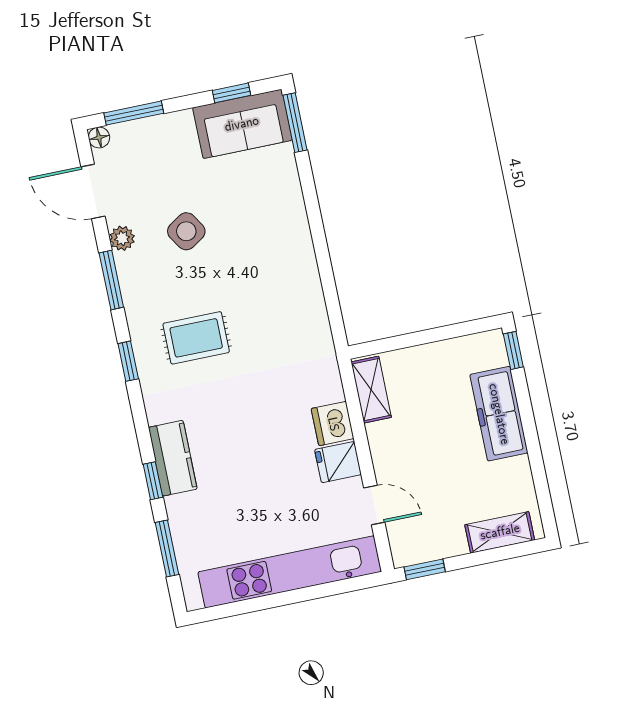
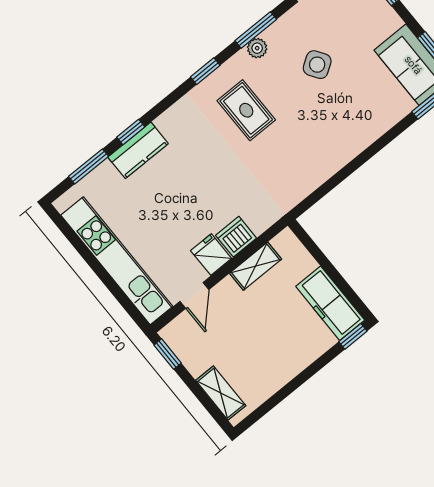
plant: (122, 238) -> (257, 48), moved
shelving: (371, 390) -> (256, 266), moved
freezer: (499, 414) -> (330, 303), moved, turned -90
kitchen counter: (173, 458) -> (138, 150), moved

